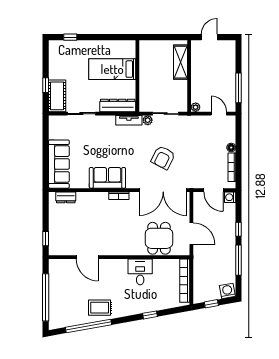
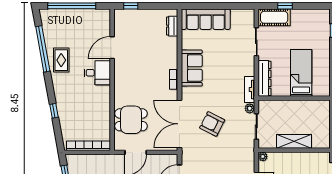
shelving: (180, 62) -> (294, 141), moved
desk: (140, 272) -> (97, 73), moved

